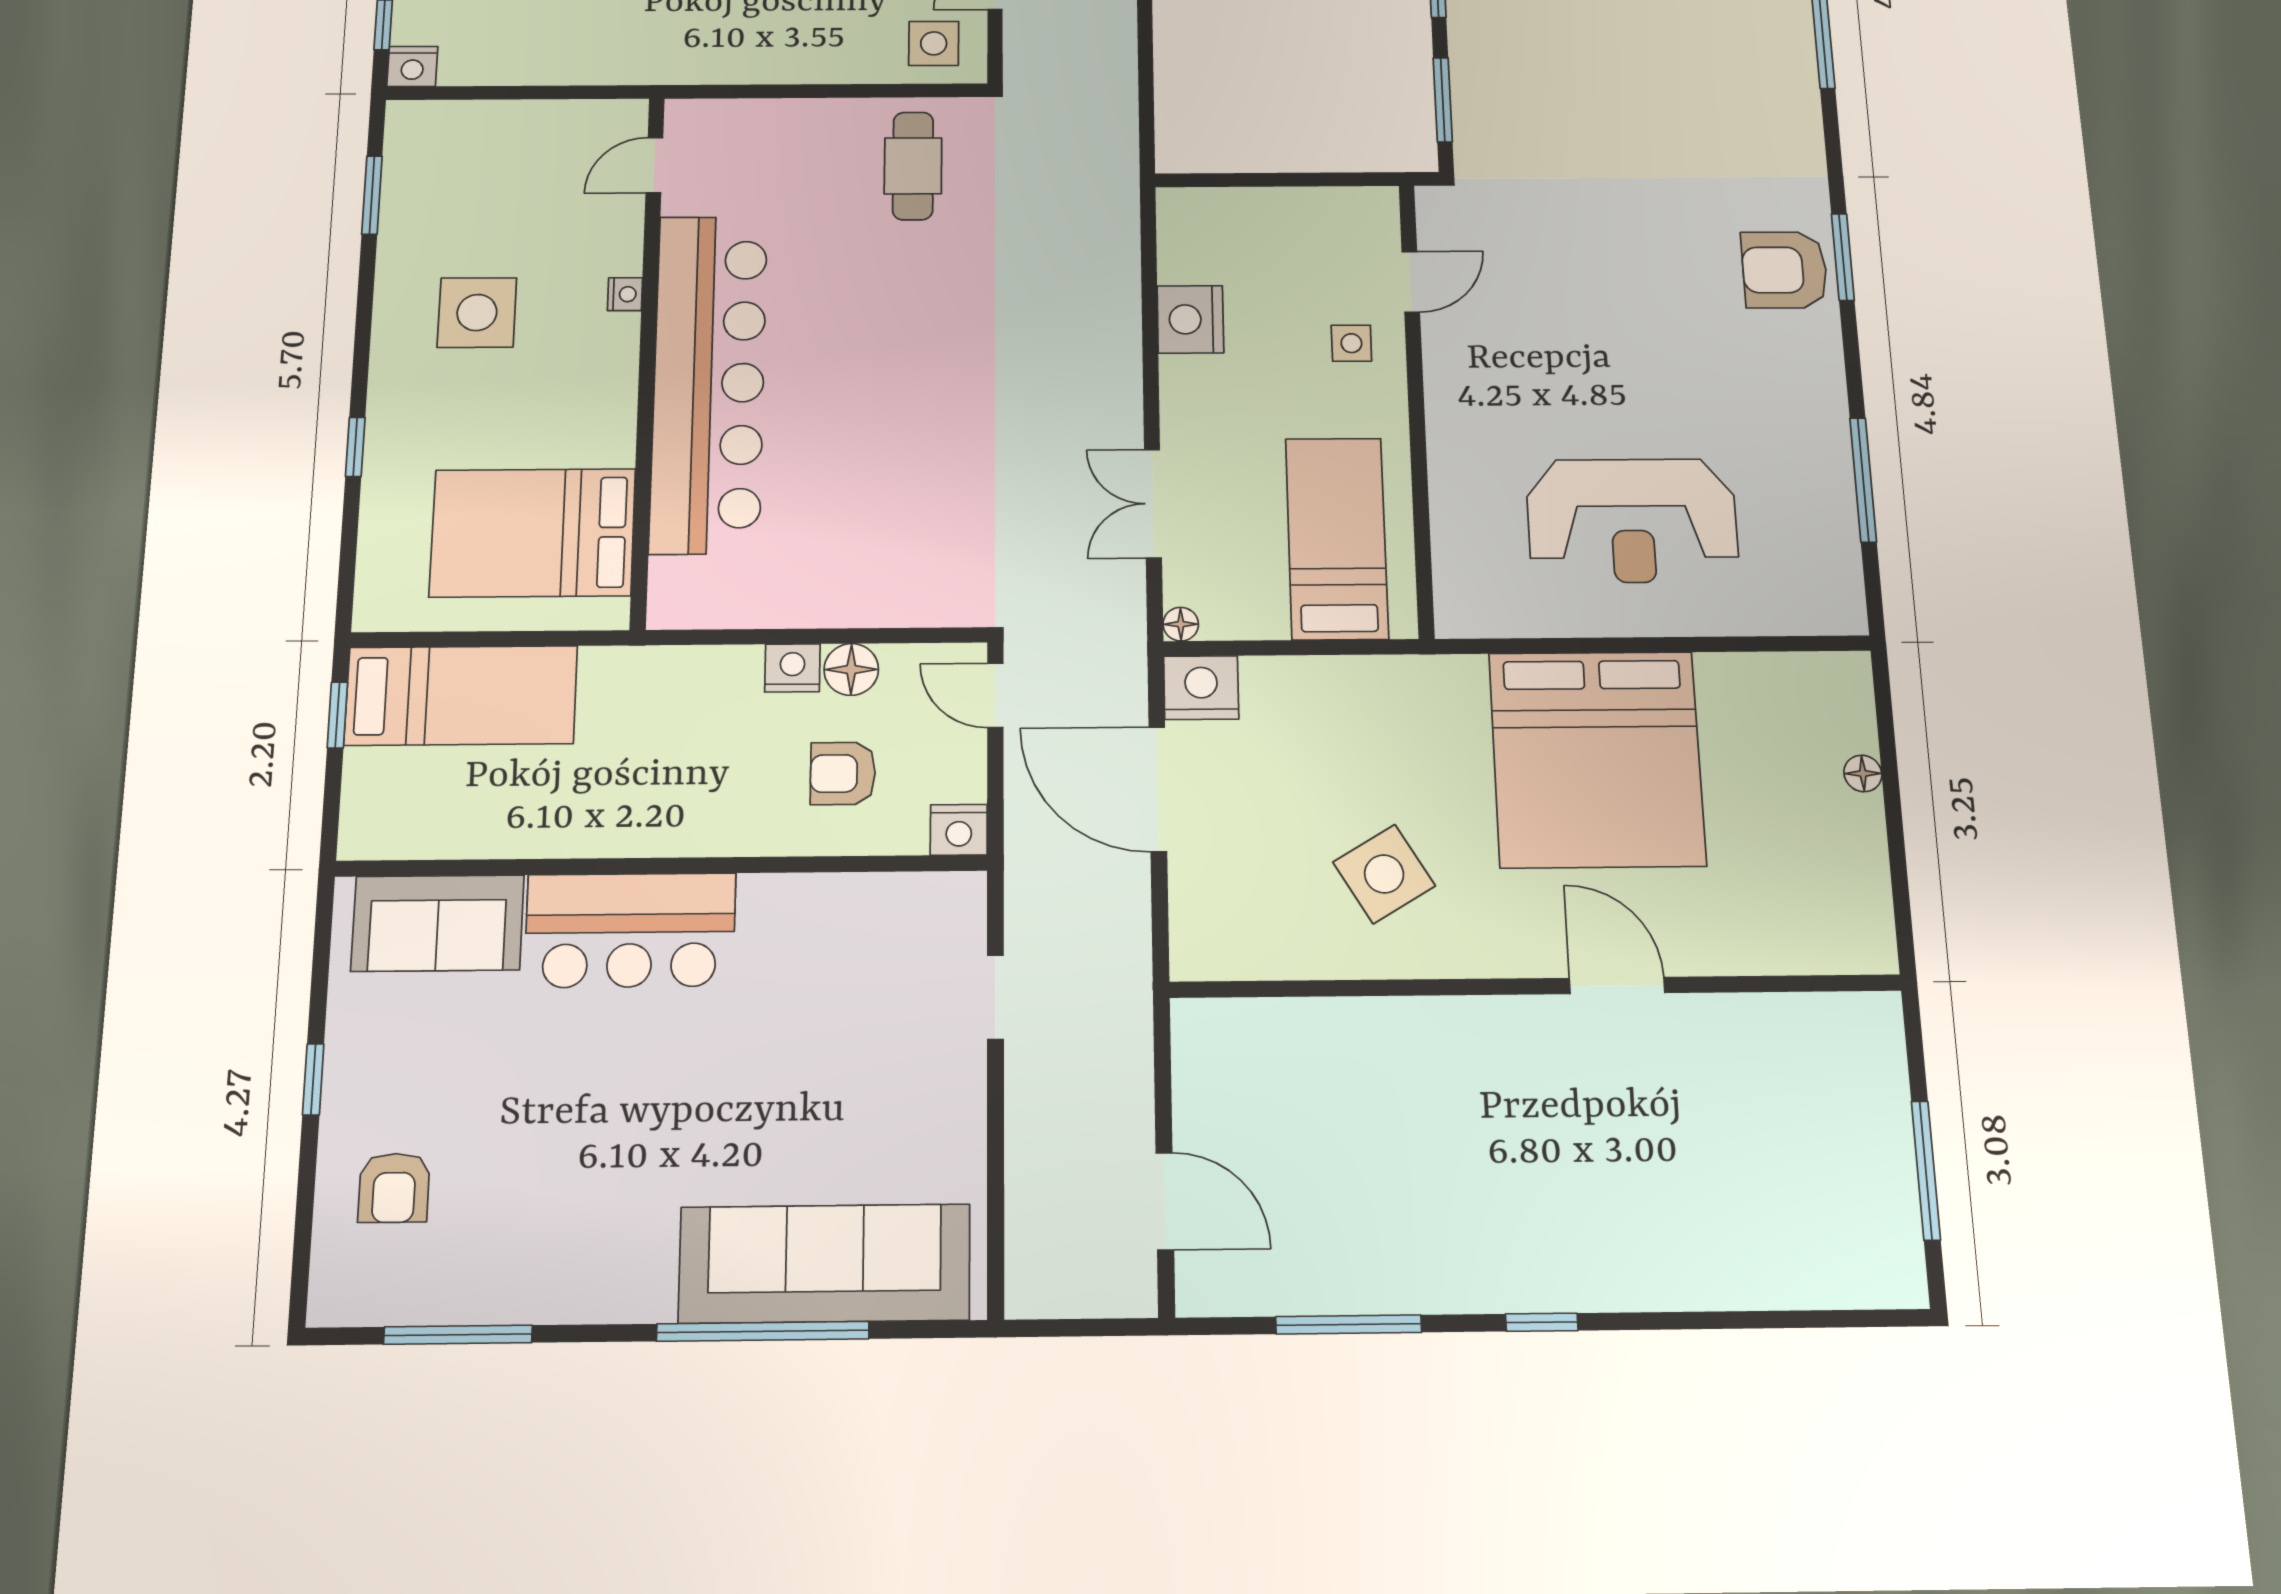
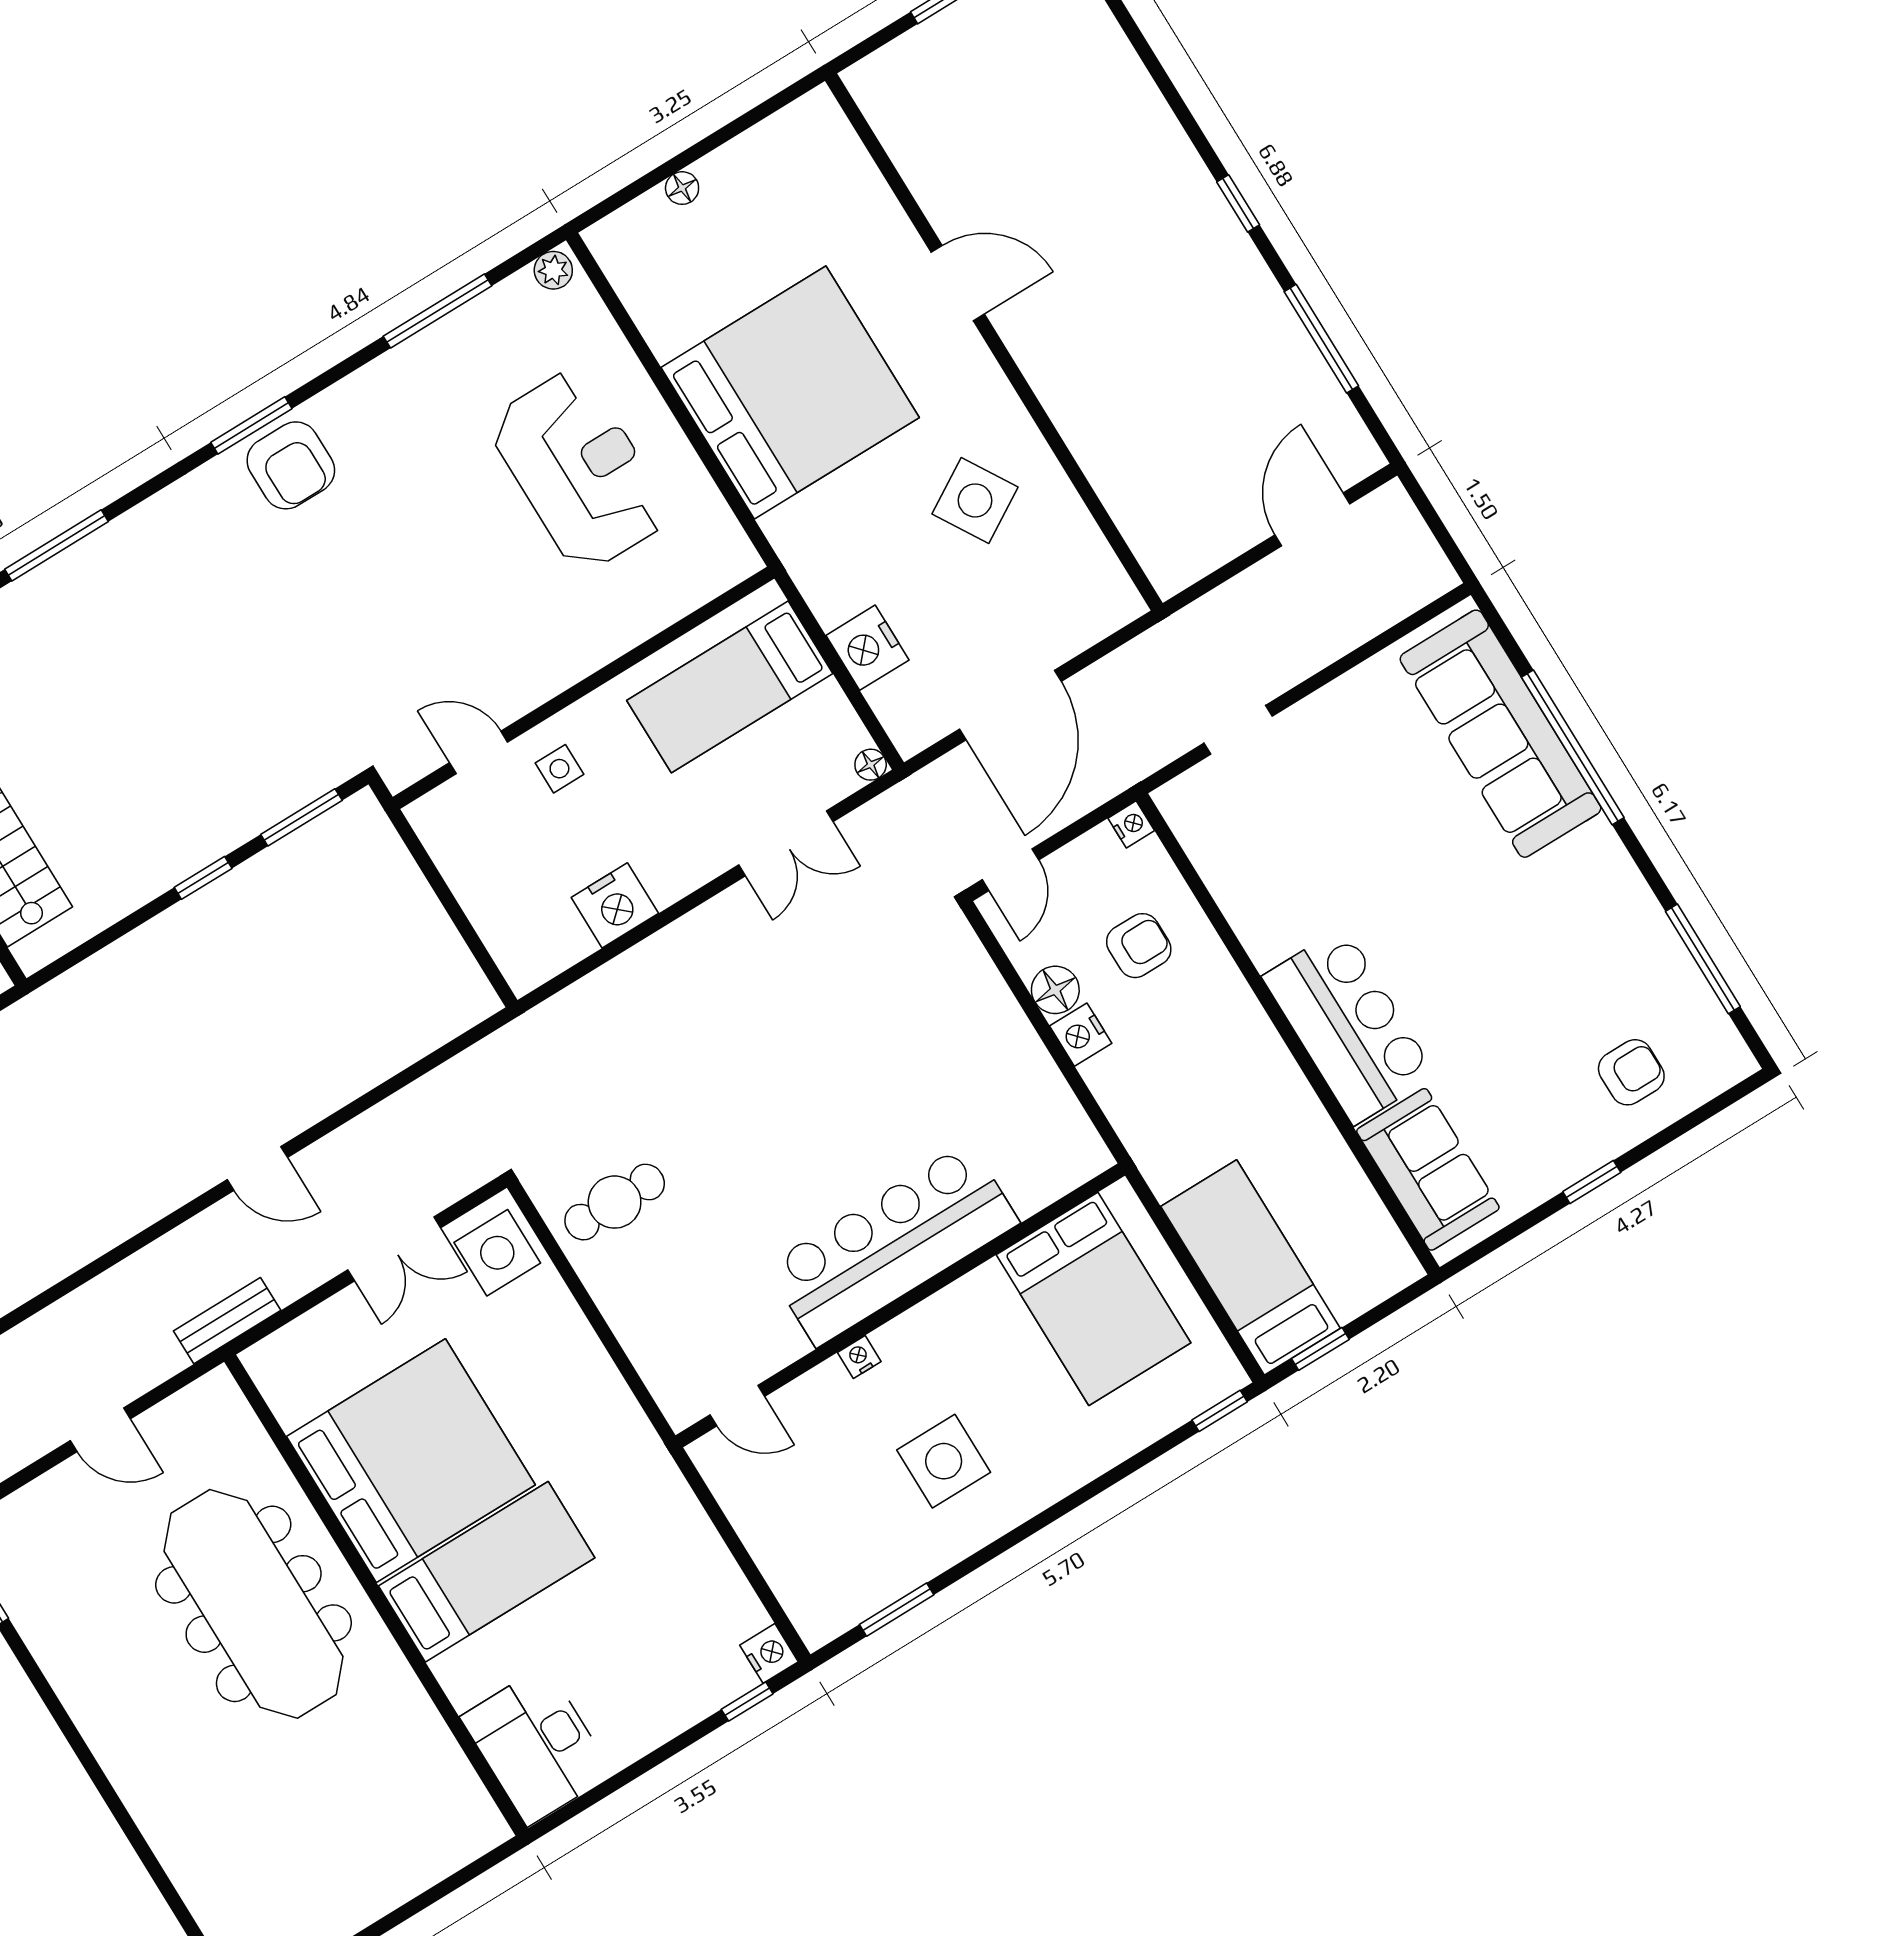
side table: (934, 43) -> (497, 1253), width x1.37, depth x1.37
bar counter: (709, 383) -> (893, 1244), width x0.73
window: (355, 447) -> (1220, 1411), moved
plant: (1845, 607) -> (553, 270), added
nightstand: (1201, 688) -> (867, 648), moved
armchair: (843, 773) -> (1139, 946), turned -90
nightstand: (959, 830) -> (1131, 824), width x0.72, depth x0.74
door: (1617, 985) -> (958, 283), swing flipped

